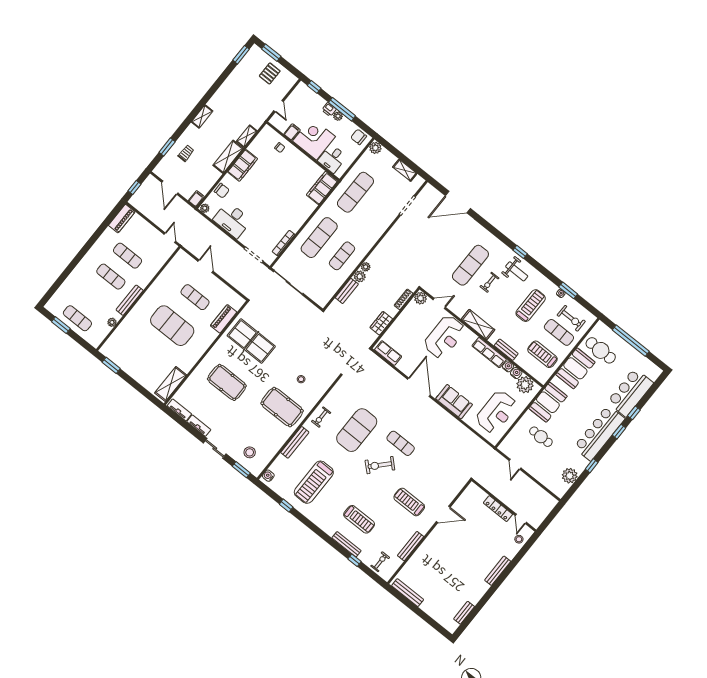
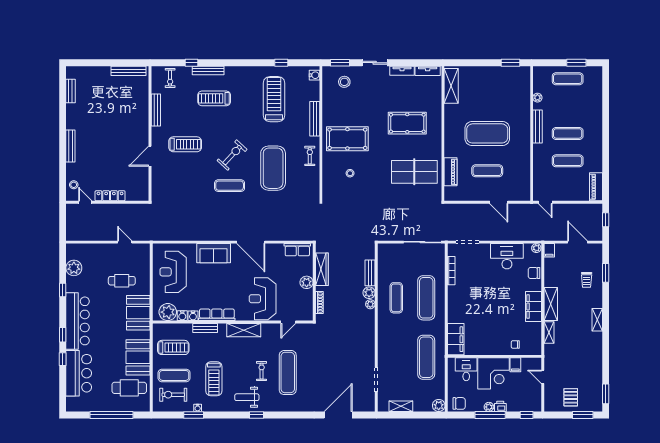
plant: (421, 298) -> (307, 282), moved
wardrobe: (381, 323) -> (322, 269), width x1.50

